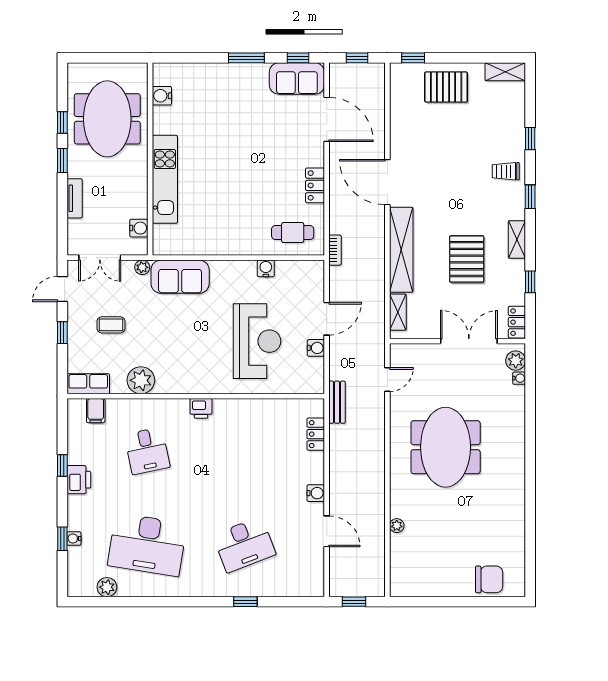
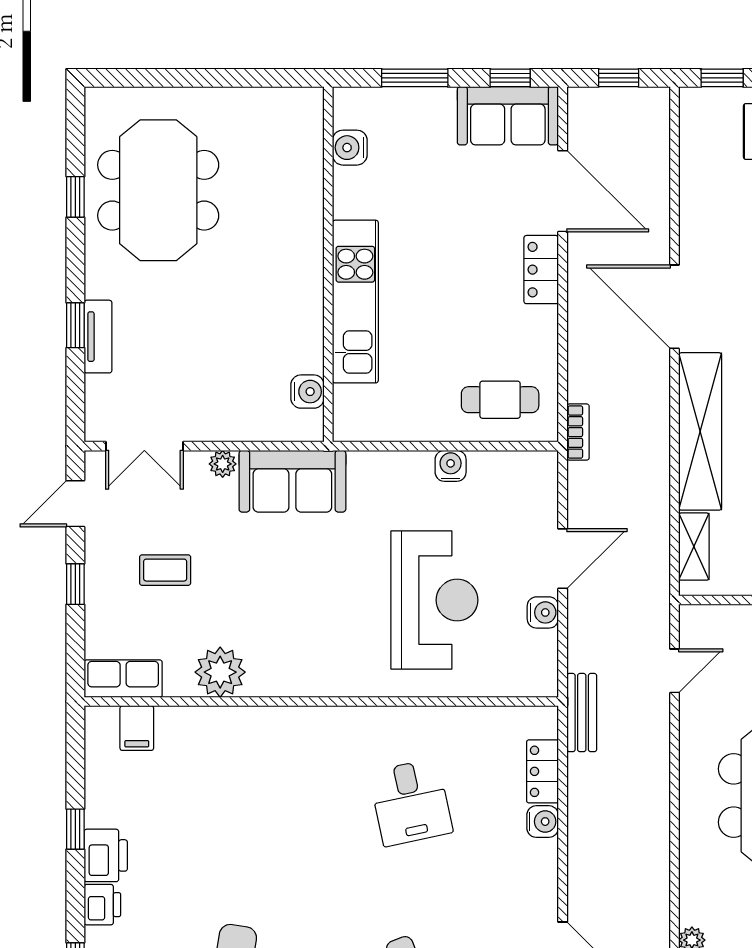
water cooler: (162, 96) -> (350, 148), moved
wall: (150, 159) -> (328, 264), moved
window: (62, 161) -> (75, 325), moved
kitchen unit: (165, 179) -> (355, 302), moved
locker: (315, 185) -> (541, 270), moved
water cooler: (139, 228) -> (307, 392), moved
printer: (201, 408) -> (102, 905), moved, turned -90
desk: (147, 451) -> (411, 802), moved
water cooler: (316, 493) -> (543, 822), moved

